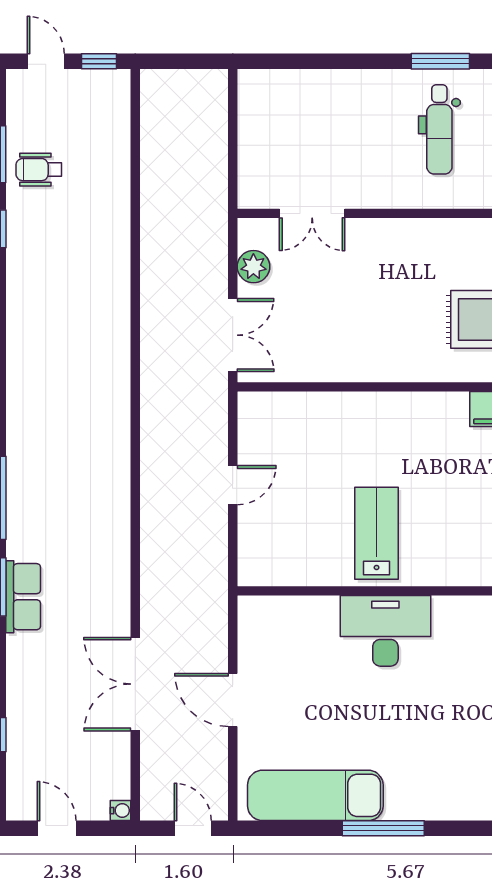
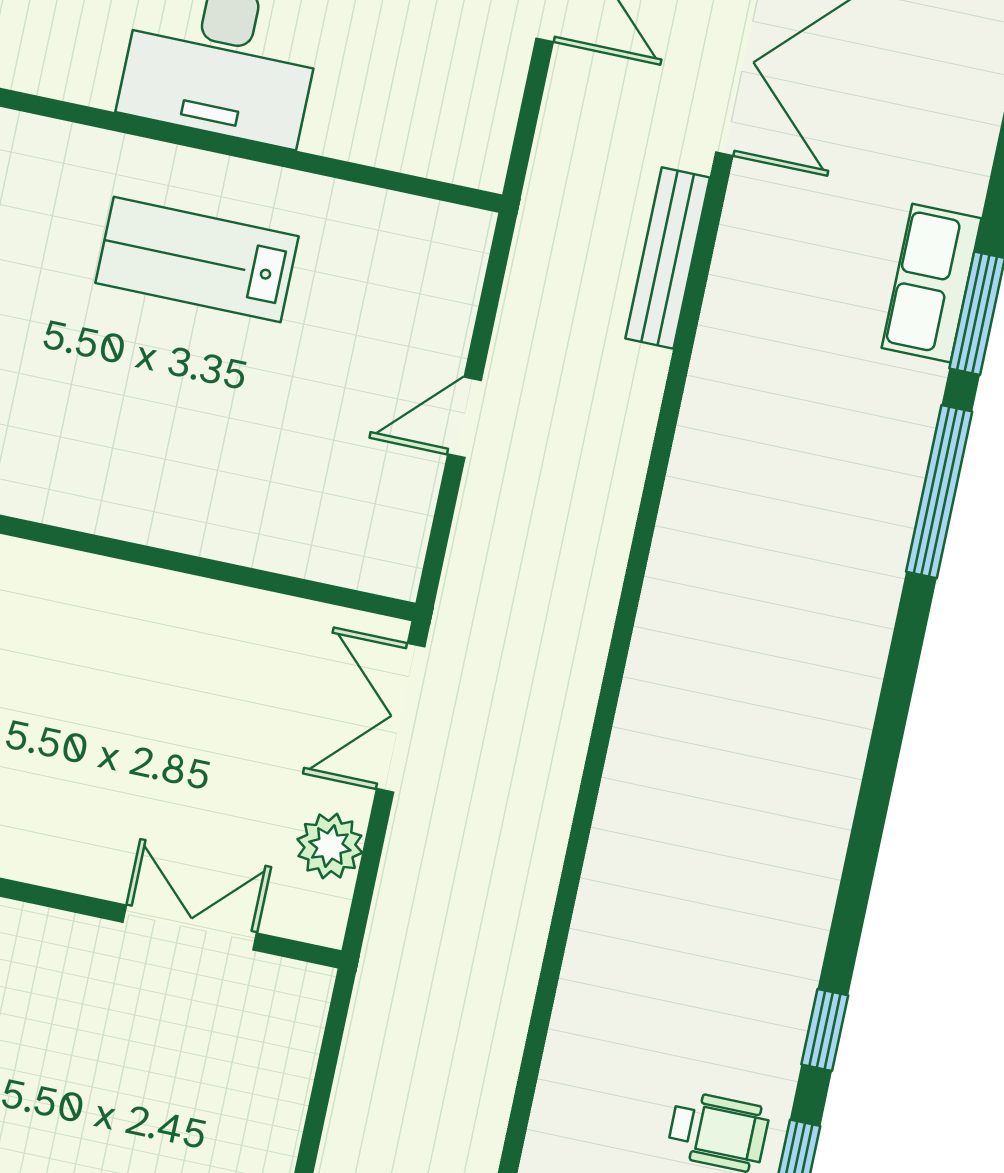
lab bench: (377, 533) -> (197, 260), turned 90
bench: (152, 582) -> (668, 258), added

